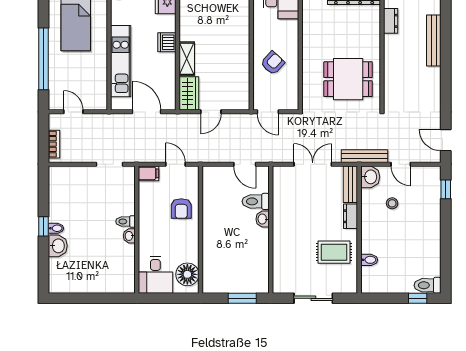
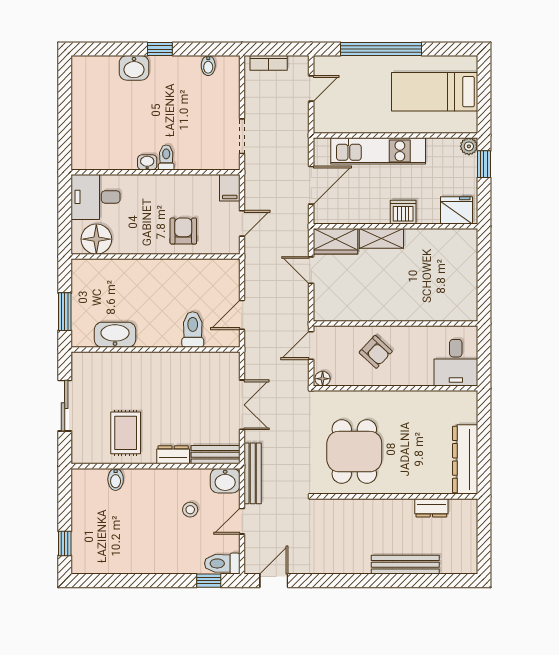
floor lamp: (293, 103) -> (323, 379), added
armchair: (181, 209) -> (183, 231), turned 90
washbasin: (263, 219) -> (115, 335), moved, width x1.91, depth x1.45
bidet: (56, 228) -> (208, 66), moved
toilet: (428, 285) -> (222, 563), moved, turned -90

